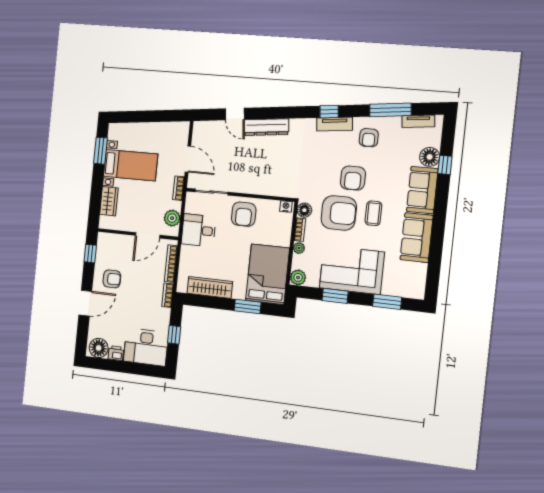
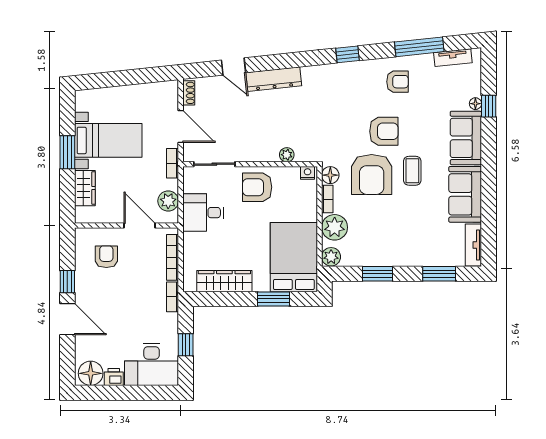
tv unit: (335, 124) -> (473, 245), moved, turned 96
shoe rack: (197, 133) -> (189, 93), added
armchair: (369, 138) -> (397, 82), turned -90
window: (100, 151) -> (67, 152), moved
floor lamp: (430, 157) -> (475, 104), width x0.53, depth x0.53
armchair: (353, 178) -> (384, 131), turned -90
plant: (270, 190) -> (287, 155), added
armchair: (339, 213) -> (372, 174), turned 90
armchair: (244, 214) -> (257, 187), turned 90
door: (148, 235) -> (139, 225), swing flipped
plant: (299, 248) -> (335, 227), width x1.88, depth x1.88
window: (90, 254) -> (67, 282), moved
corner sofa: (352, 270) -> (394, 241), removed
armchair: (112, 279) -> (106, 257), moved, turned -90
door: (85, 303) -> (67, 319), hinge flipped

